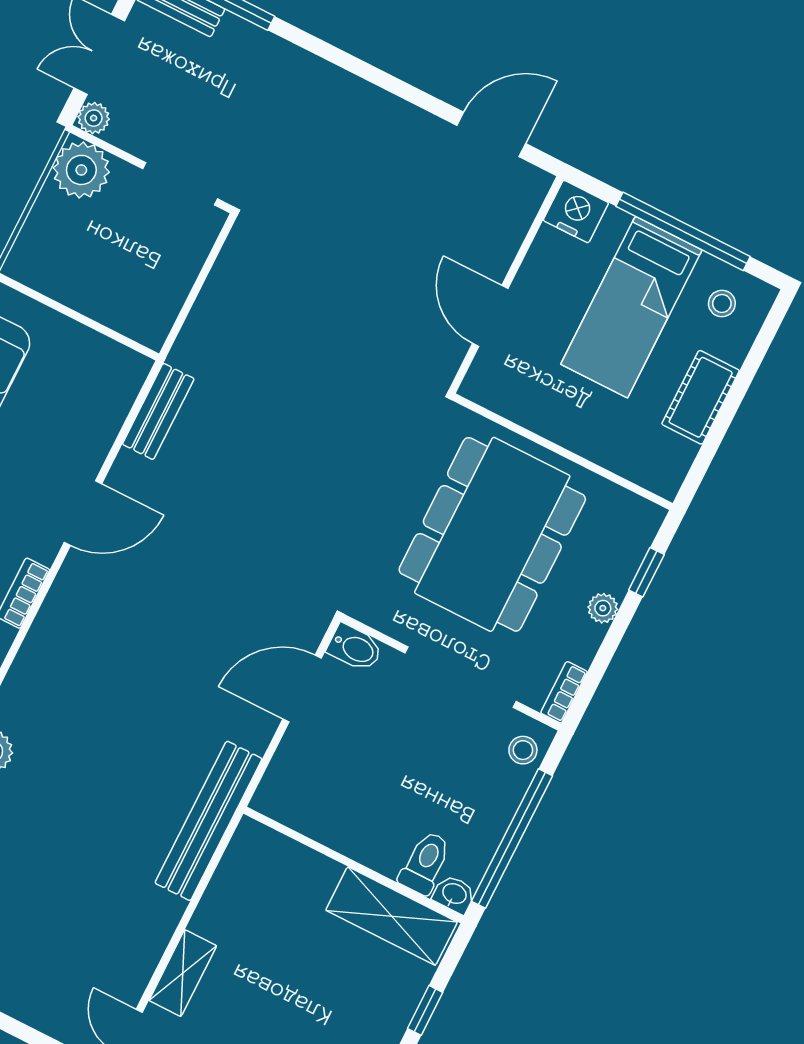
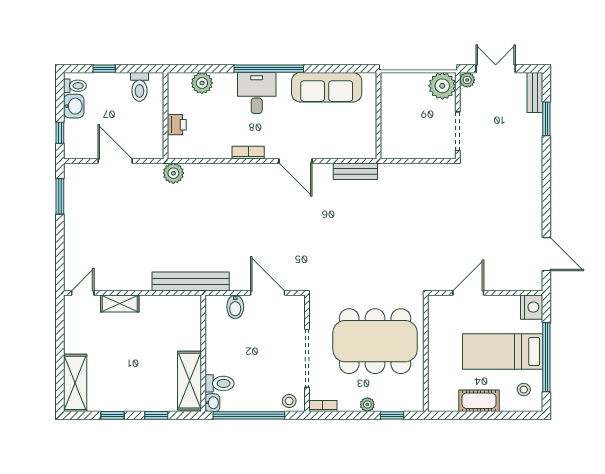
bidet: (355, 648) -> (235, 307), moved

